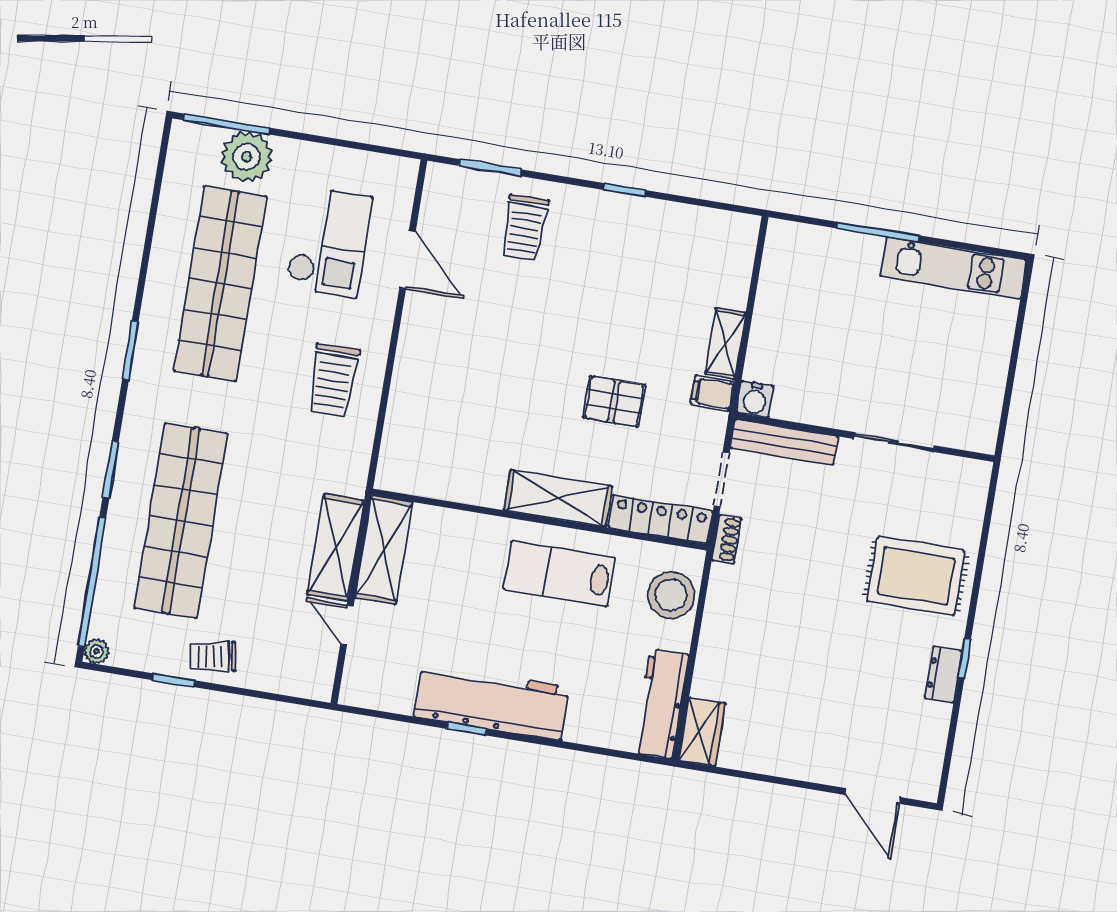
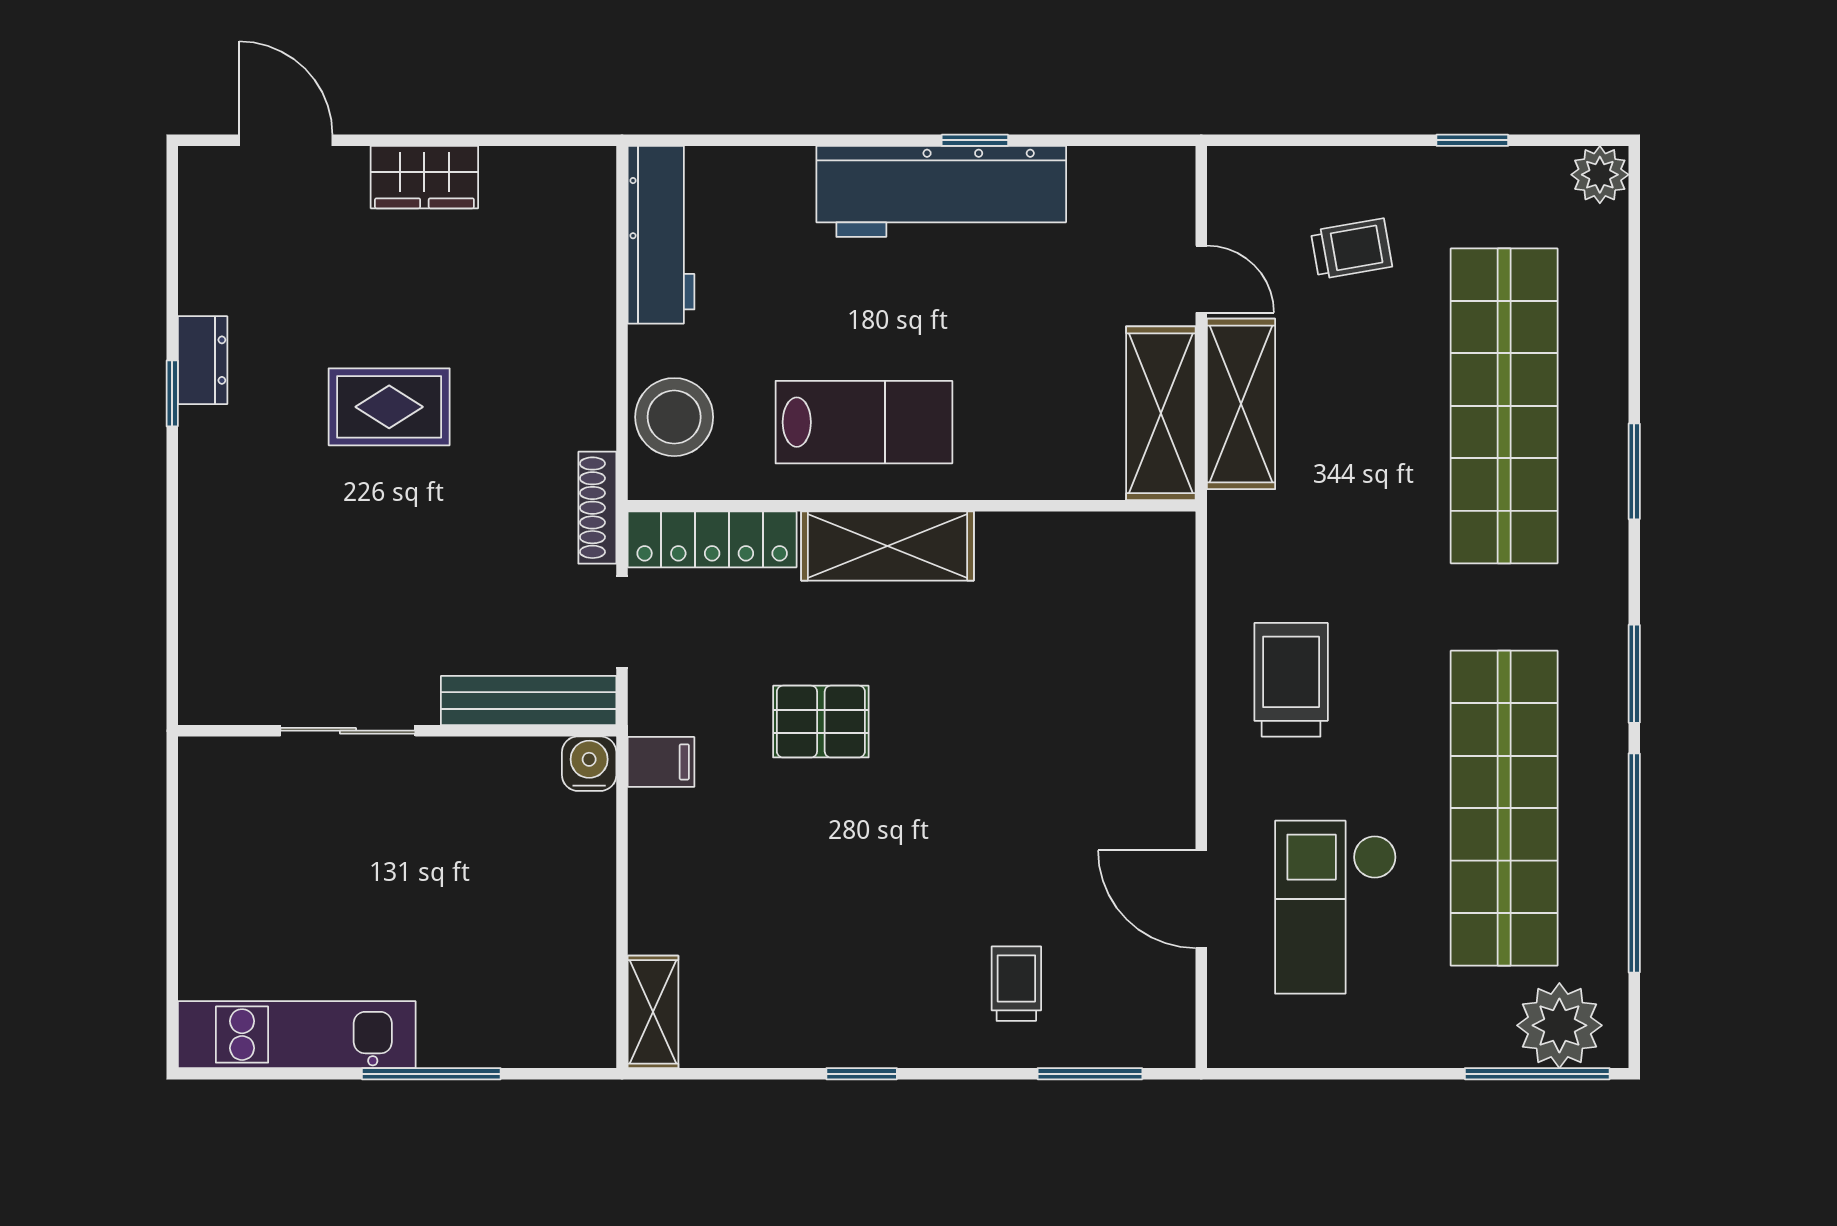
plant: (247, 157) -> (1559, 1025), moved
trolley: (525, 228) -> (1016, 984), width x0.73, depth x0.72
shelving: (725, 343) -> (653, 1012), moved
shoe rack: (727, 539) -> (597, 508), width x1.43
rug: (916, 576) -> (389, 407), moved, width x0.73, depth x0.70
window: (92, 582) -> (1634, 863), moved
plant: (97, 651) -> (1600, 175), width x1.38, depth x1.38
trolley: (213, 657) -> (1351, 249), moved
wardrobe: (702, 732) -> (424, 177), moved, turned -90

